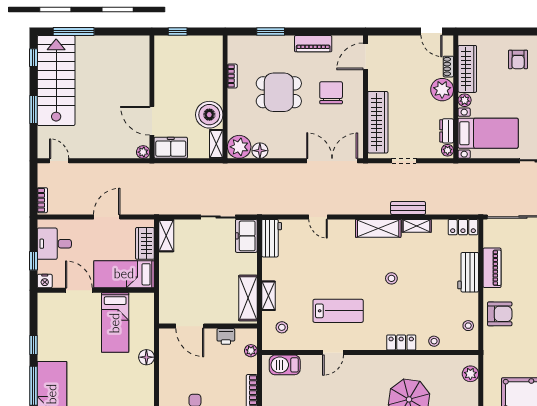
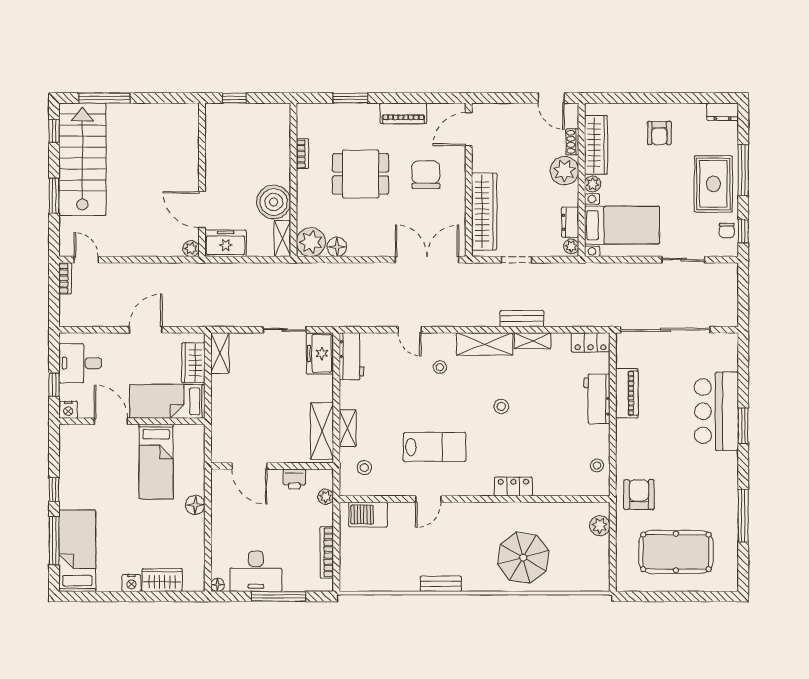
bookcase: (42, 200) -> (65, 278), moved
armchair: (500, 314) -> (639, 495), moved, turned -90
stool: (434, 341) -> (440, 367), moved

